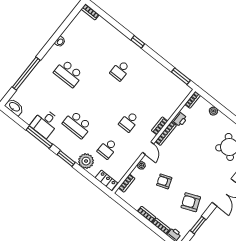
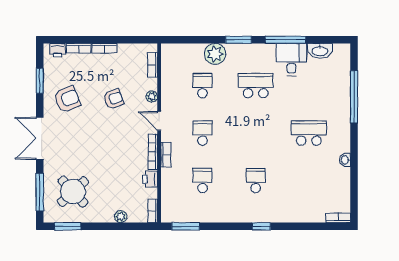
school desk: (150, 95) -> (203, 180), added
washbasin: (14, 107) -> (320, 51), moved
locker: (106, 180) -> (177, 51), removed

